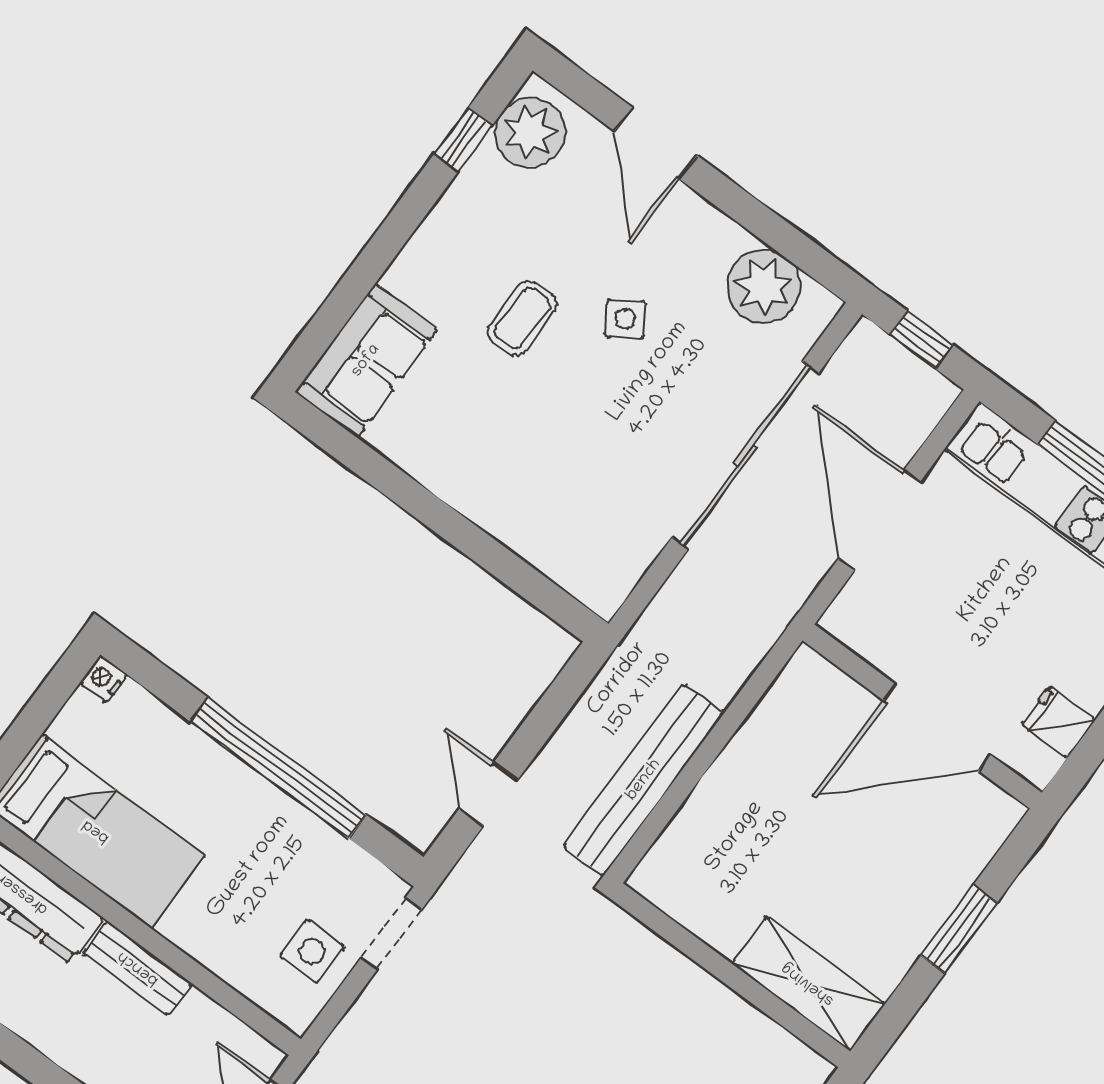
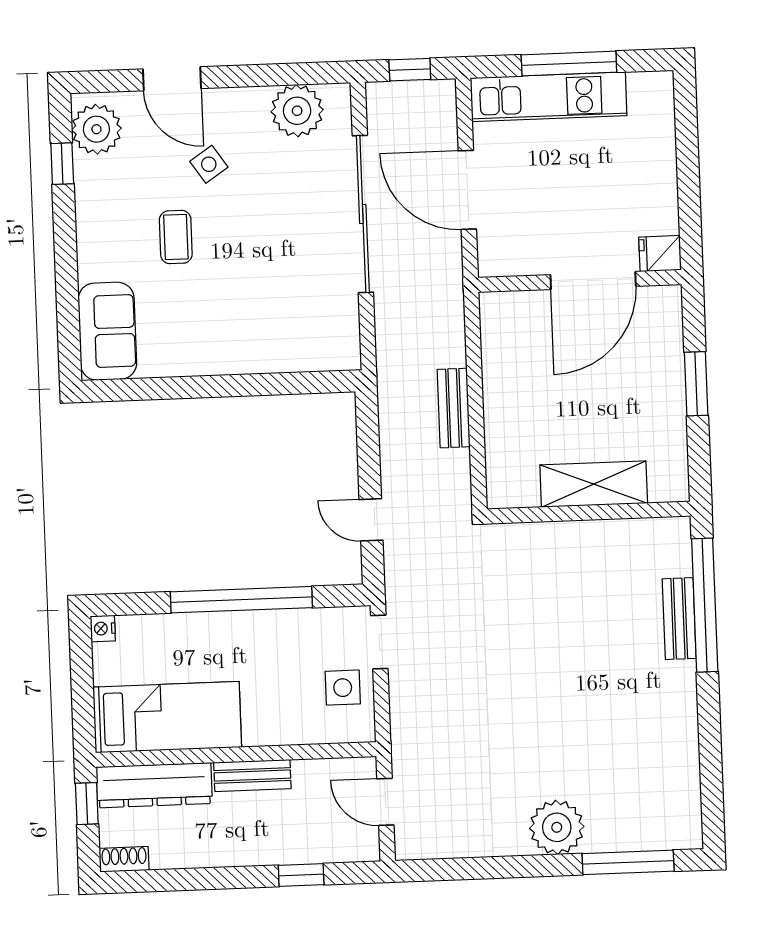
side table: (625, 319) -> (209, 164), moved
fridge: (1058, 722) -> (660, 254), moved
bench: (644, 780) -> (454, 408), width x0.54, depth x0.82
shelving: (808, 984) -> (594, 484), moved

